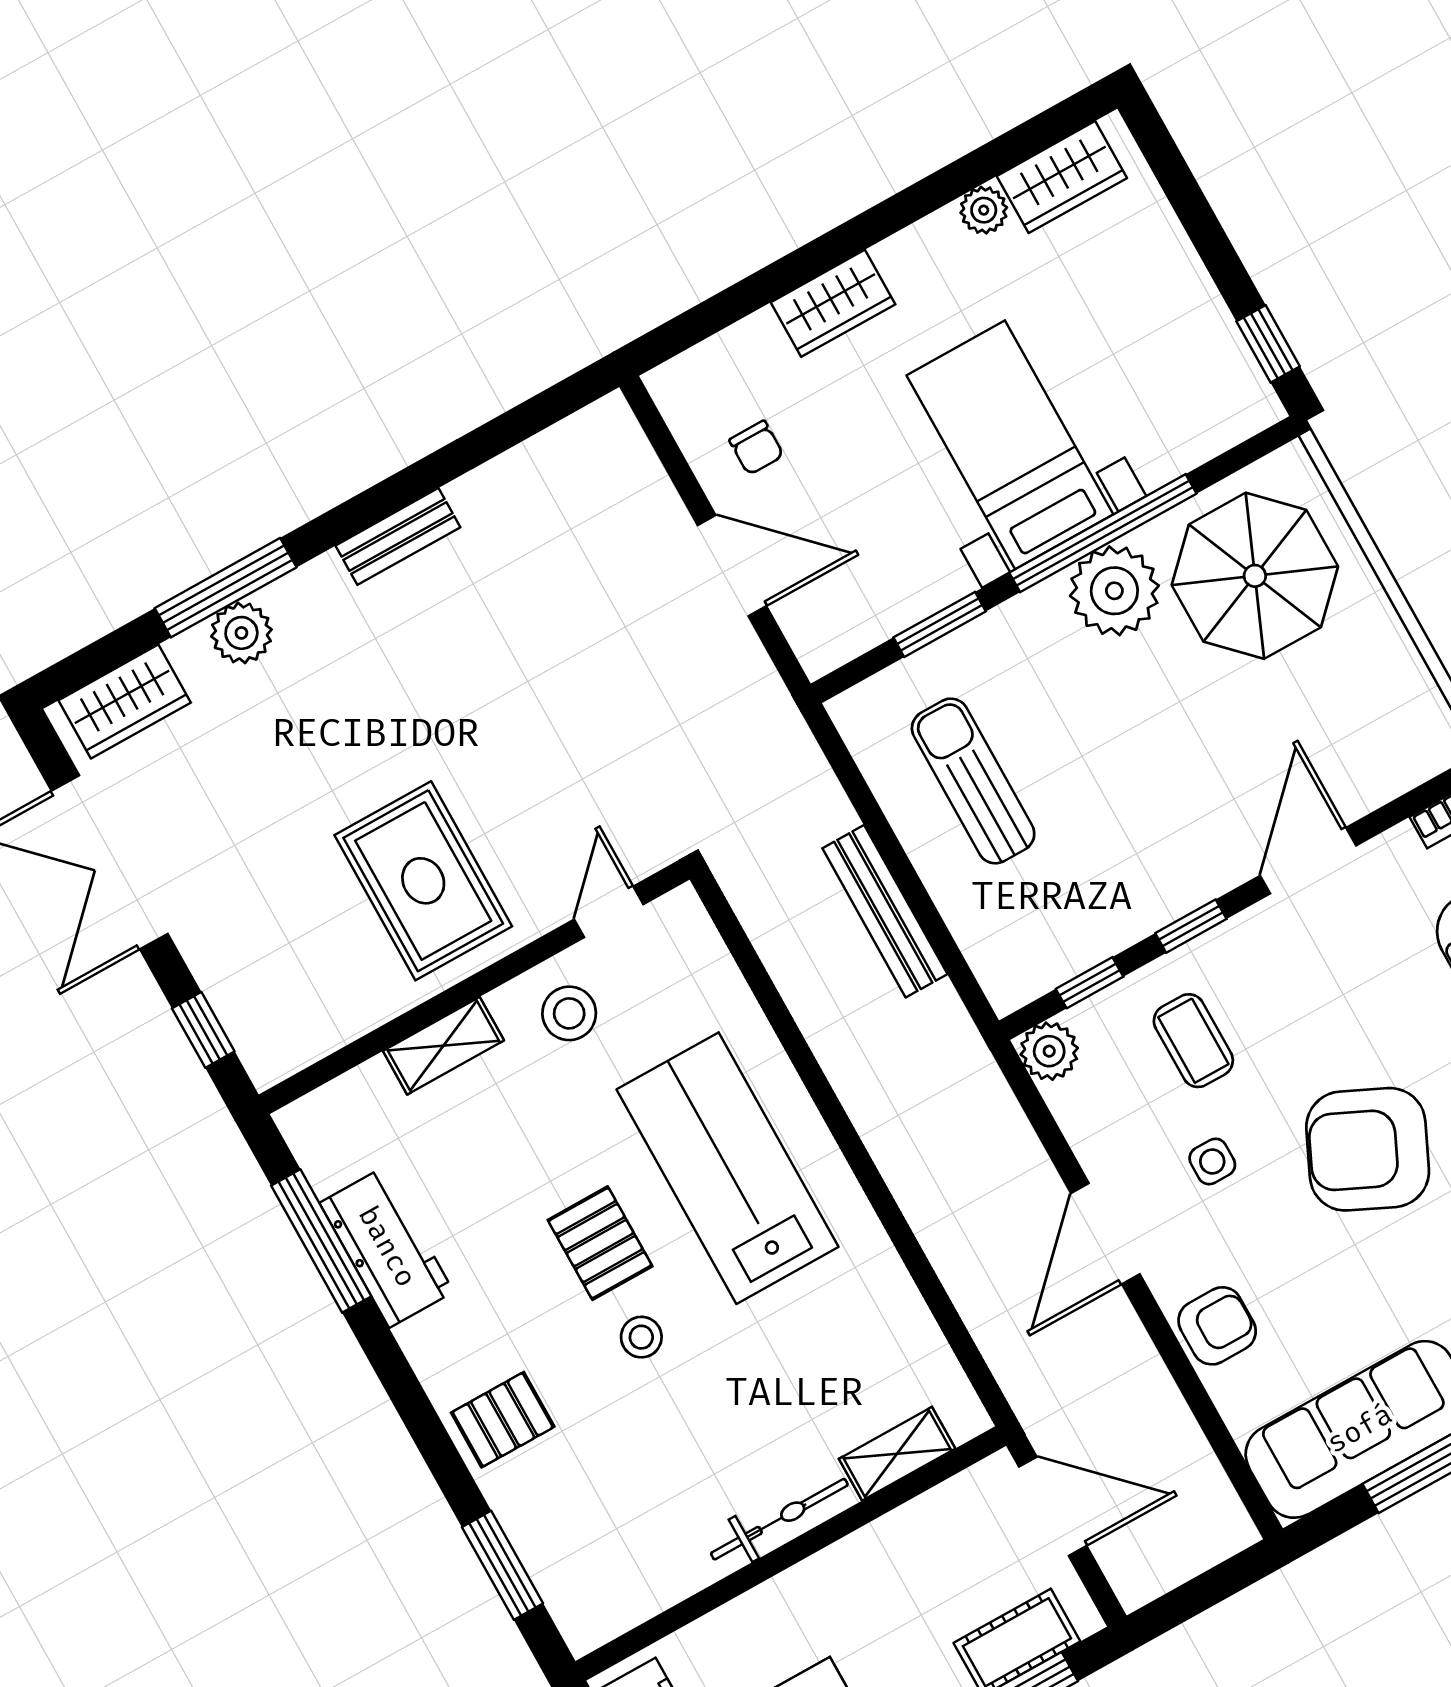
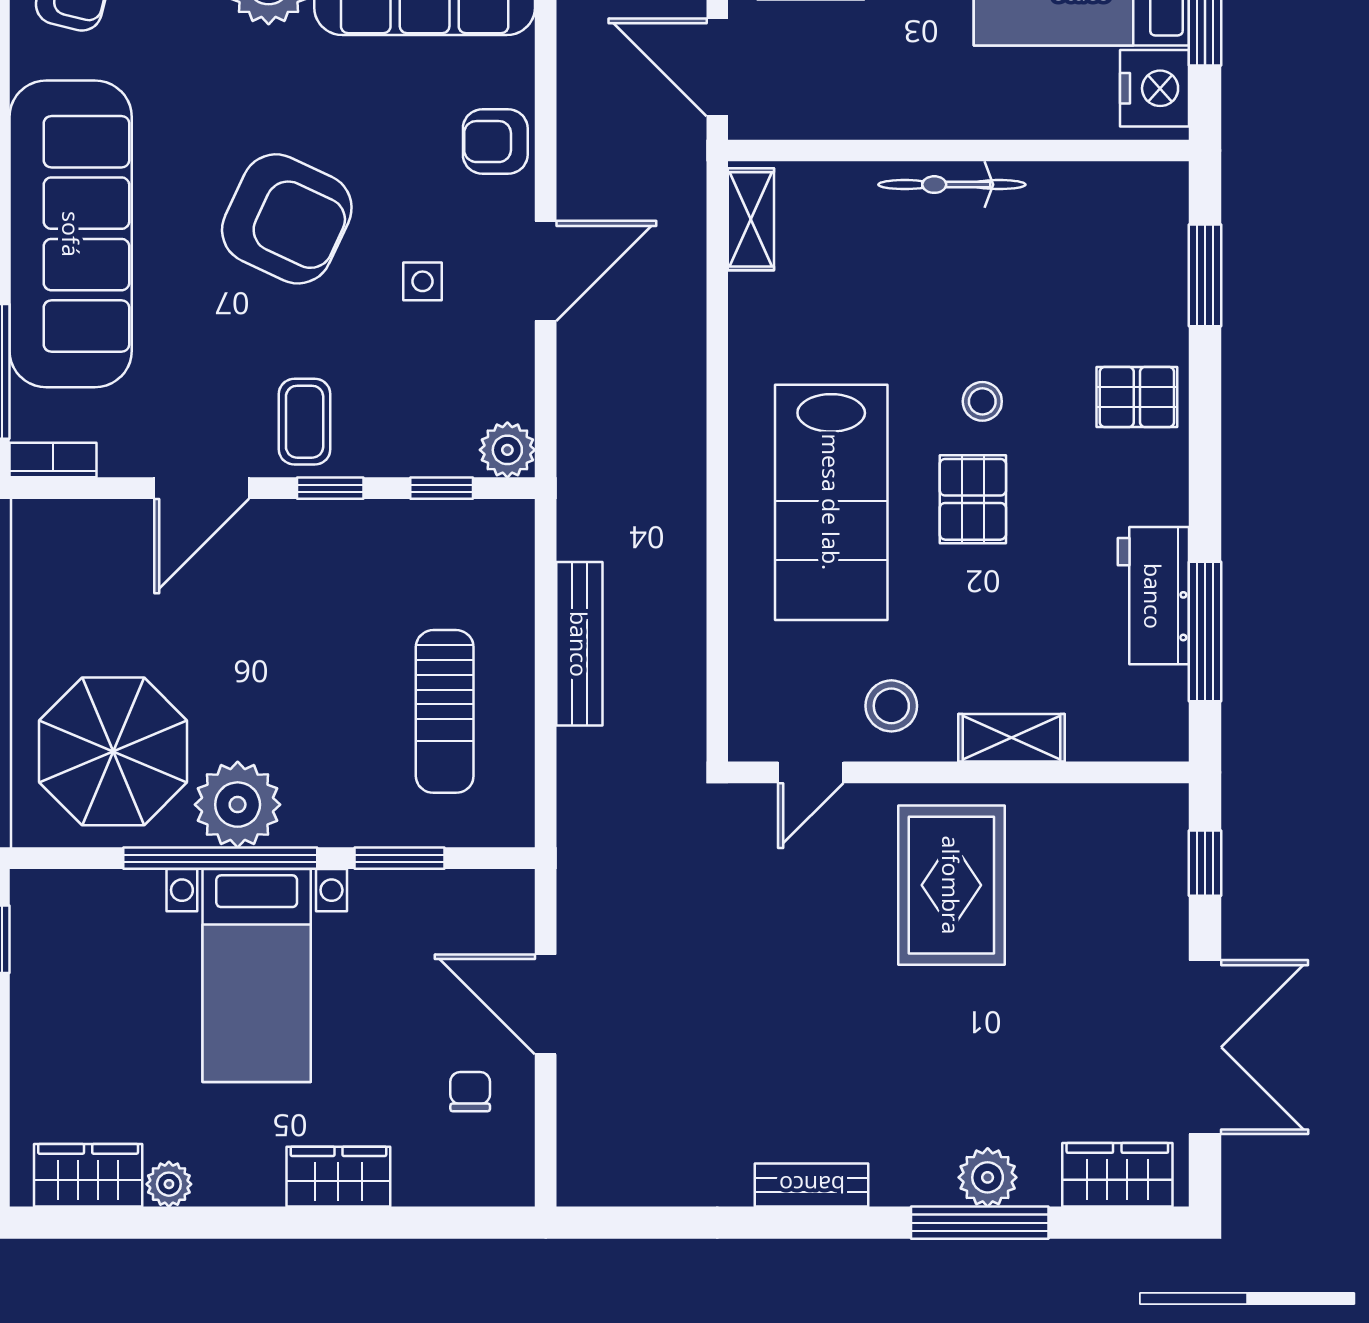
coffee table: (1193, 1041) -> (305, 422), moved
shelving: (897, 1454) -> (751, 219), moved, turned 90

